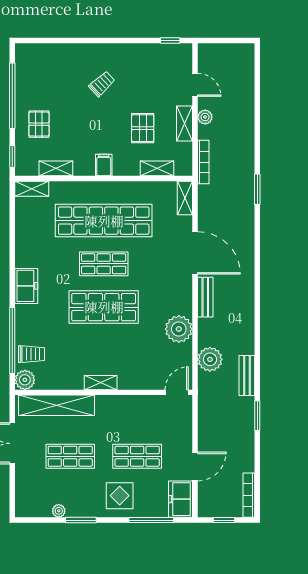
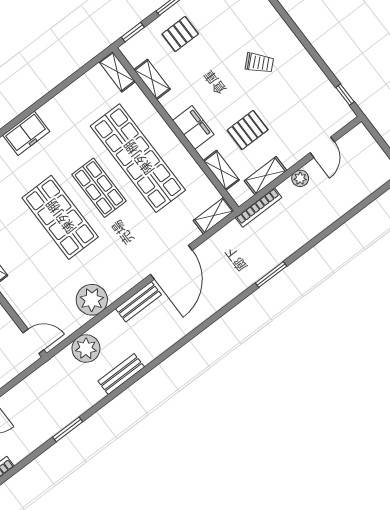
shelving: (185, 123) -> (265, 176), moved
filing cabinet: (104, 165) -> (193, 127), width x2.00
bench: (247, 375) -> (121, 374), moved

